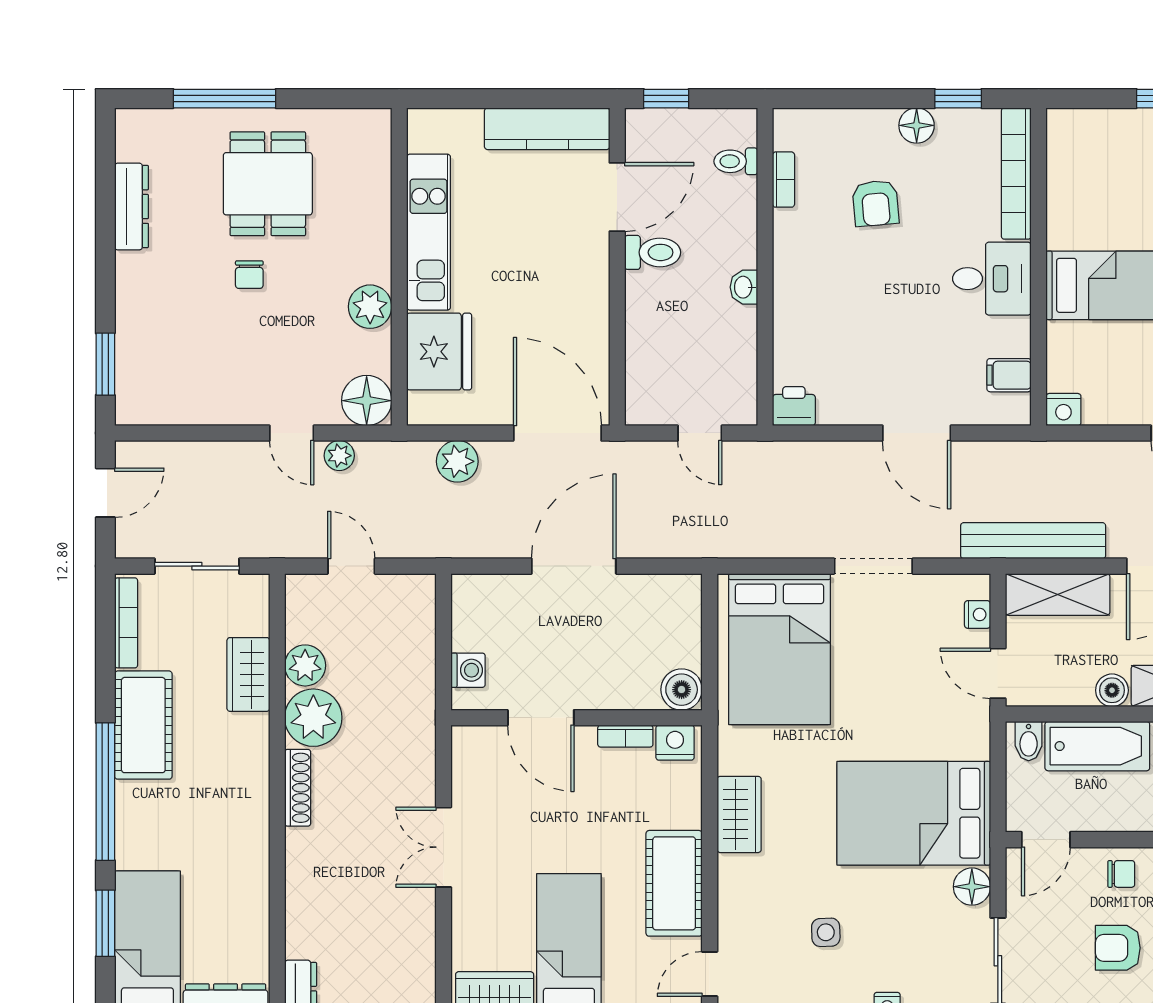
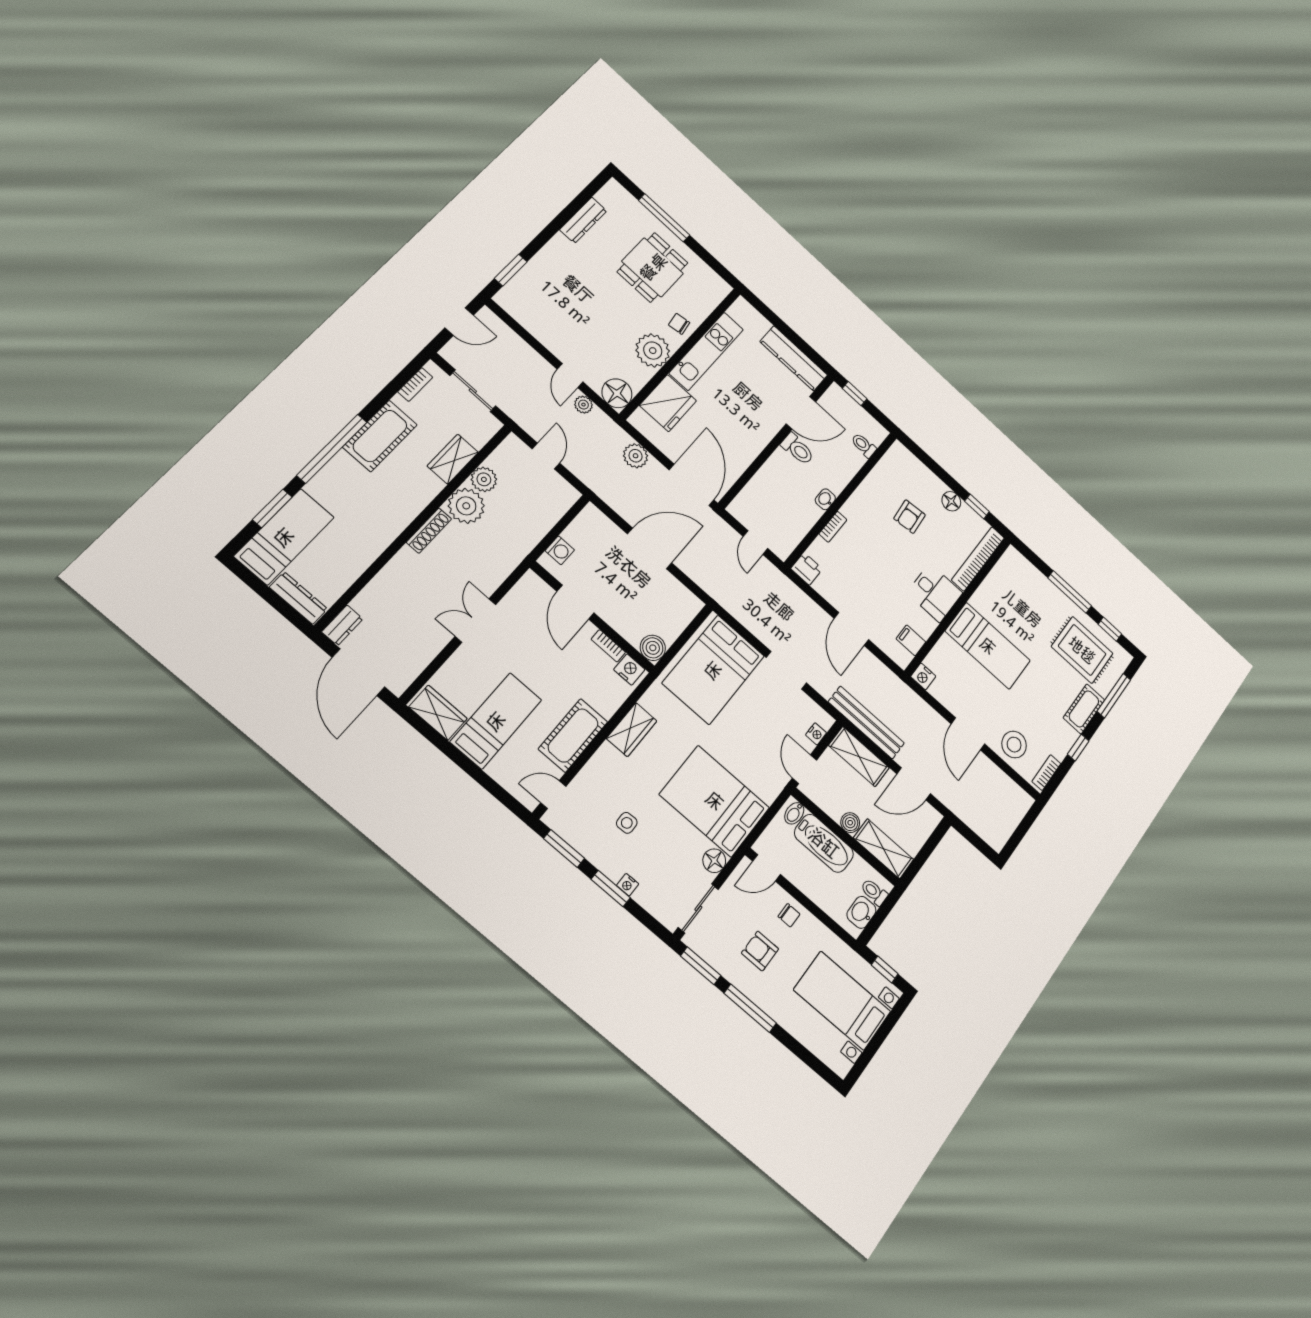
bookcase: (784, 180) -> (833, 527), moved
chair: (249, 275) -> (679, 324), moved, turned 82
plant: (370, 307) -> (653, 351), width x1.36, depth x1.36
bookcase: (126, 623) -> (415, 385), width x0.64

